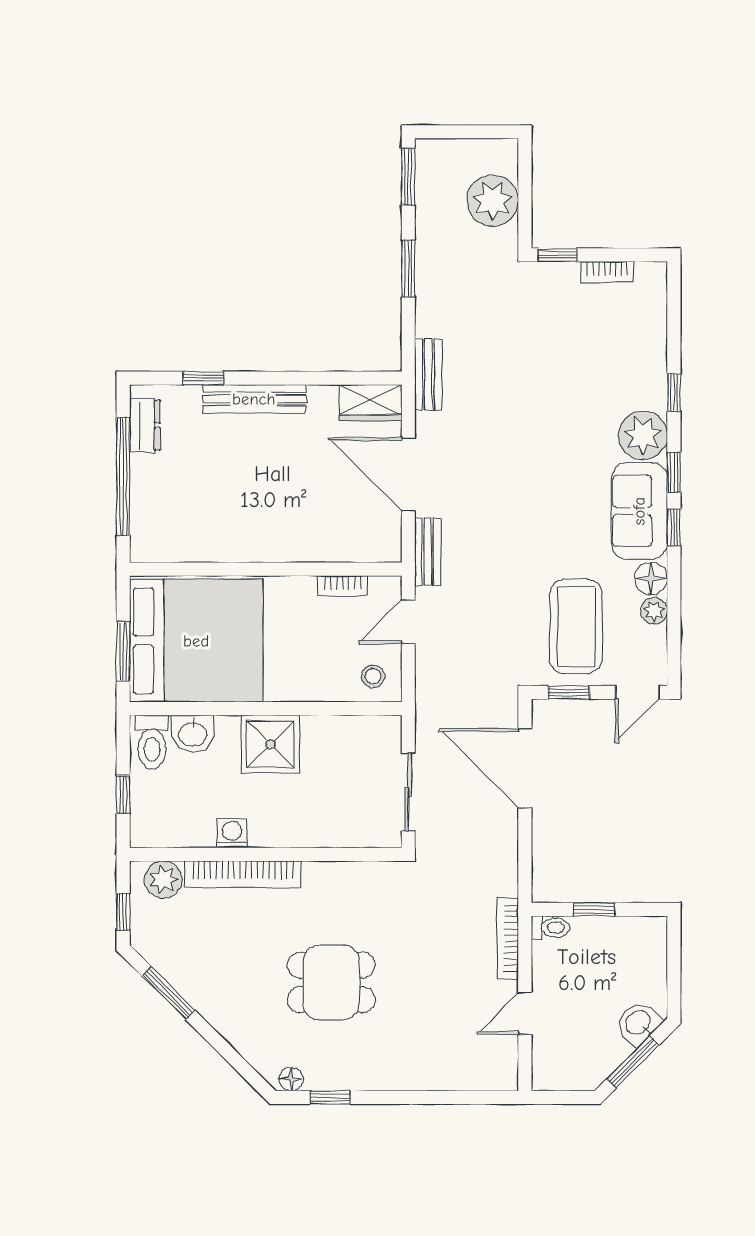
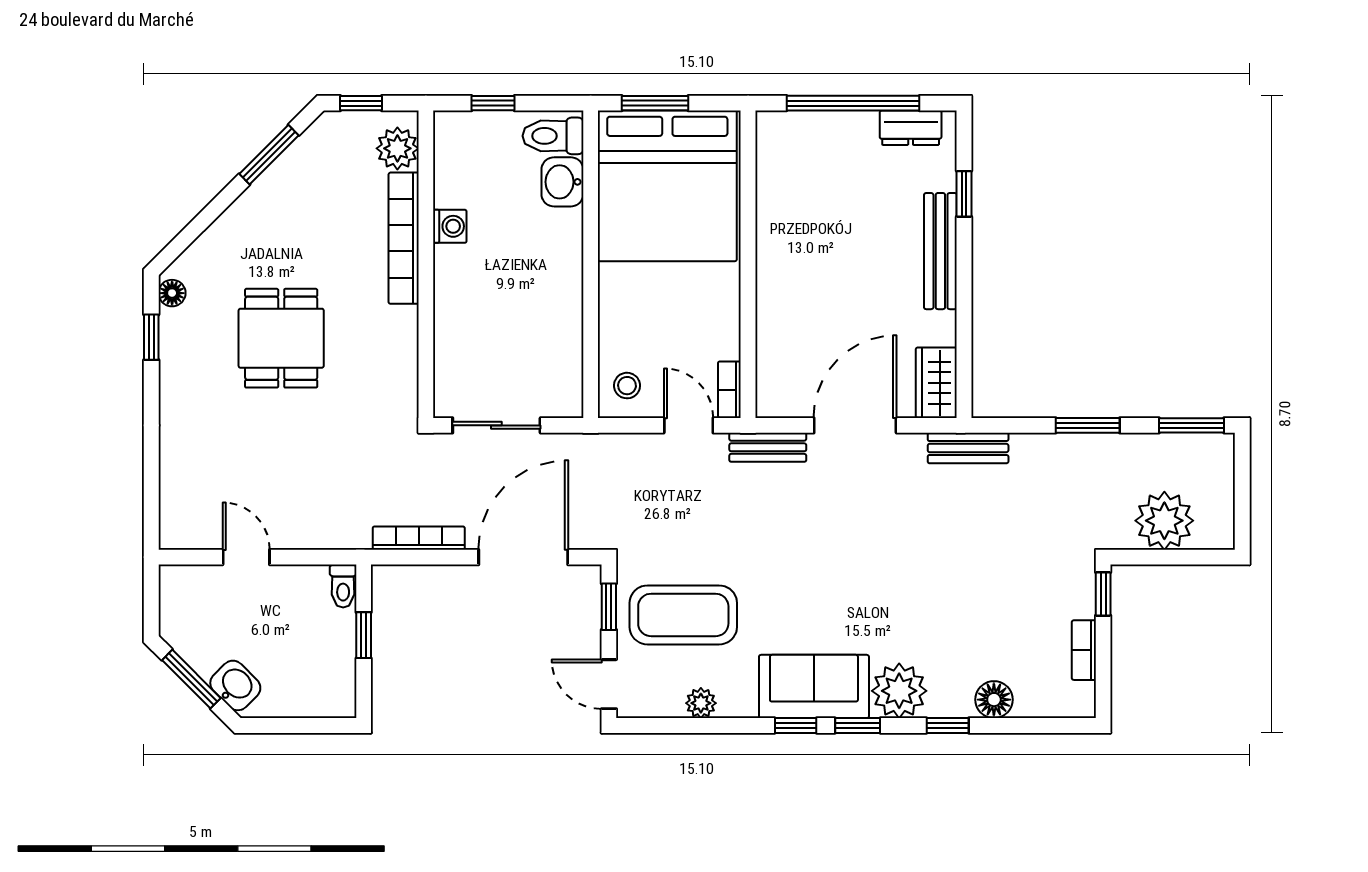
floor lamp: (651, 579) -> (994, 700), moved
bookcase: (343, 586) -> (729, 390), moved
shower: (270, 744) -> (550, 270), removed
bookcase: (508, 938) -> (419, 538), moved

